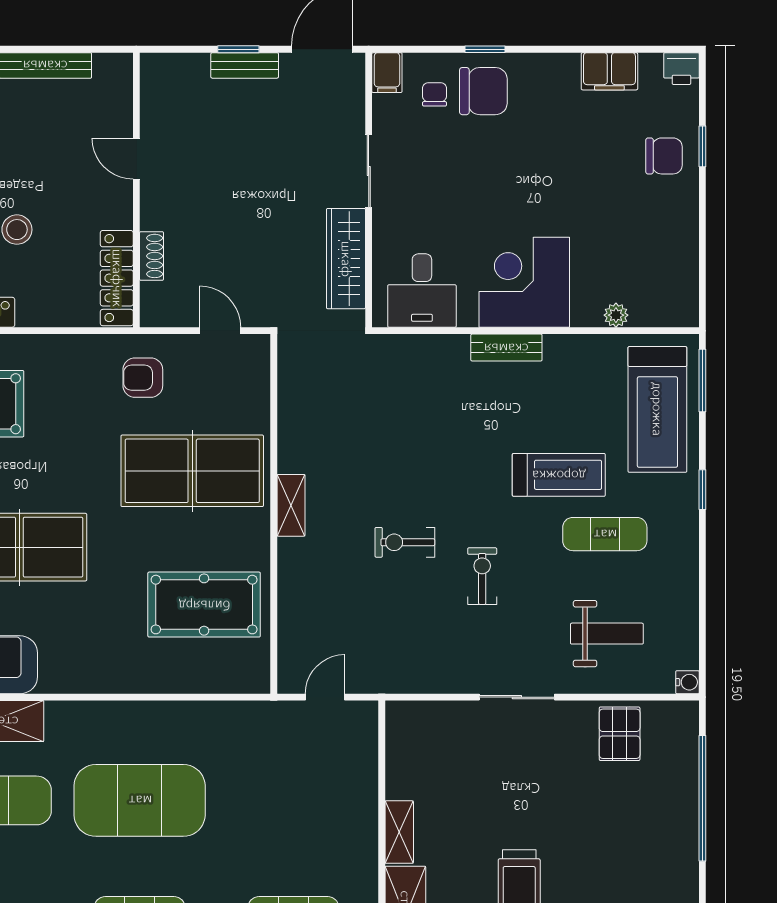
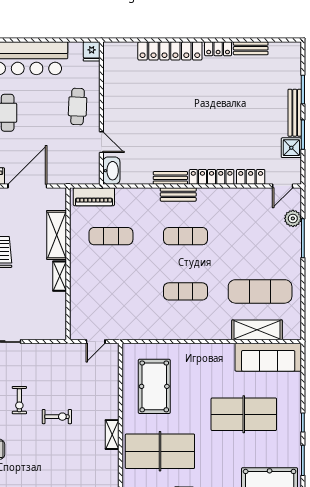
pool table: (204, 605) -> (154, 386), turned 90
exercise mat: (140, 800) -> (185, 291), width x0.50, depth x0.69

